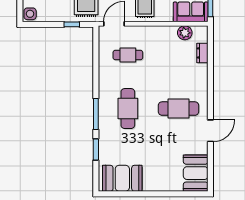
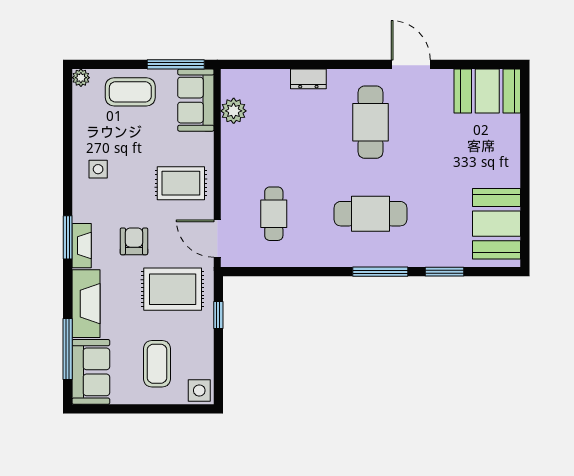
dresser: (202, 53) -> (308, 79), moved

